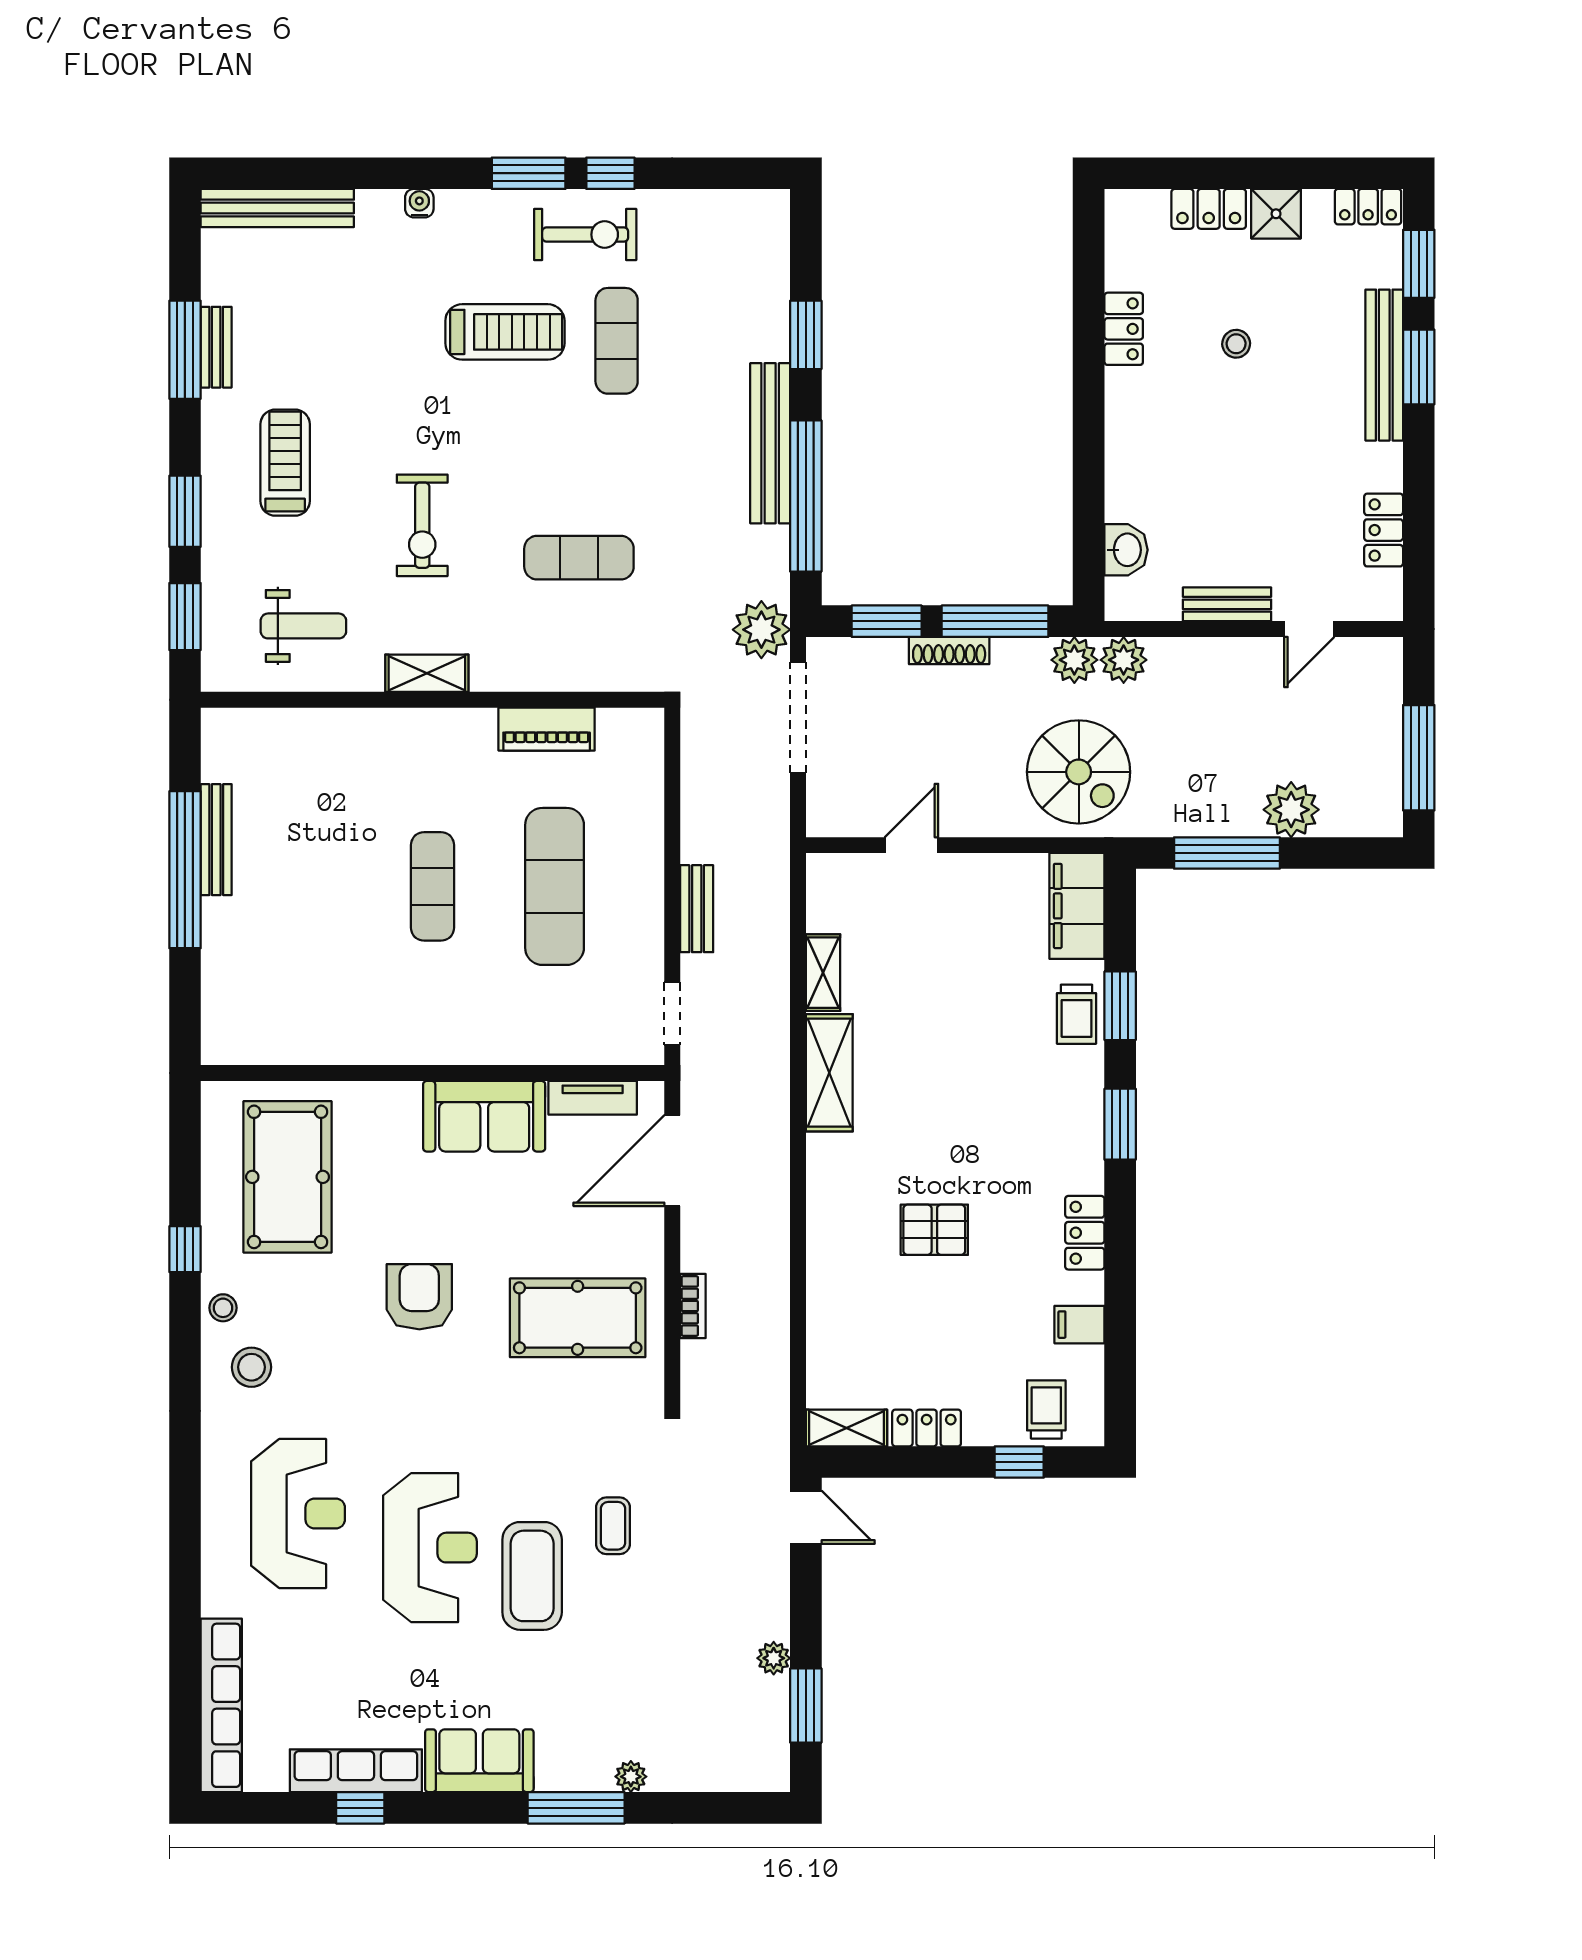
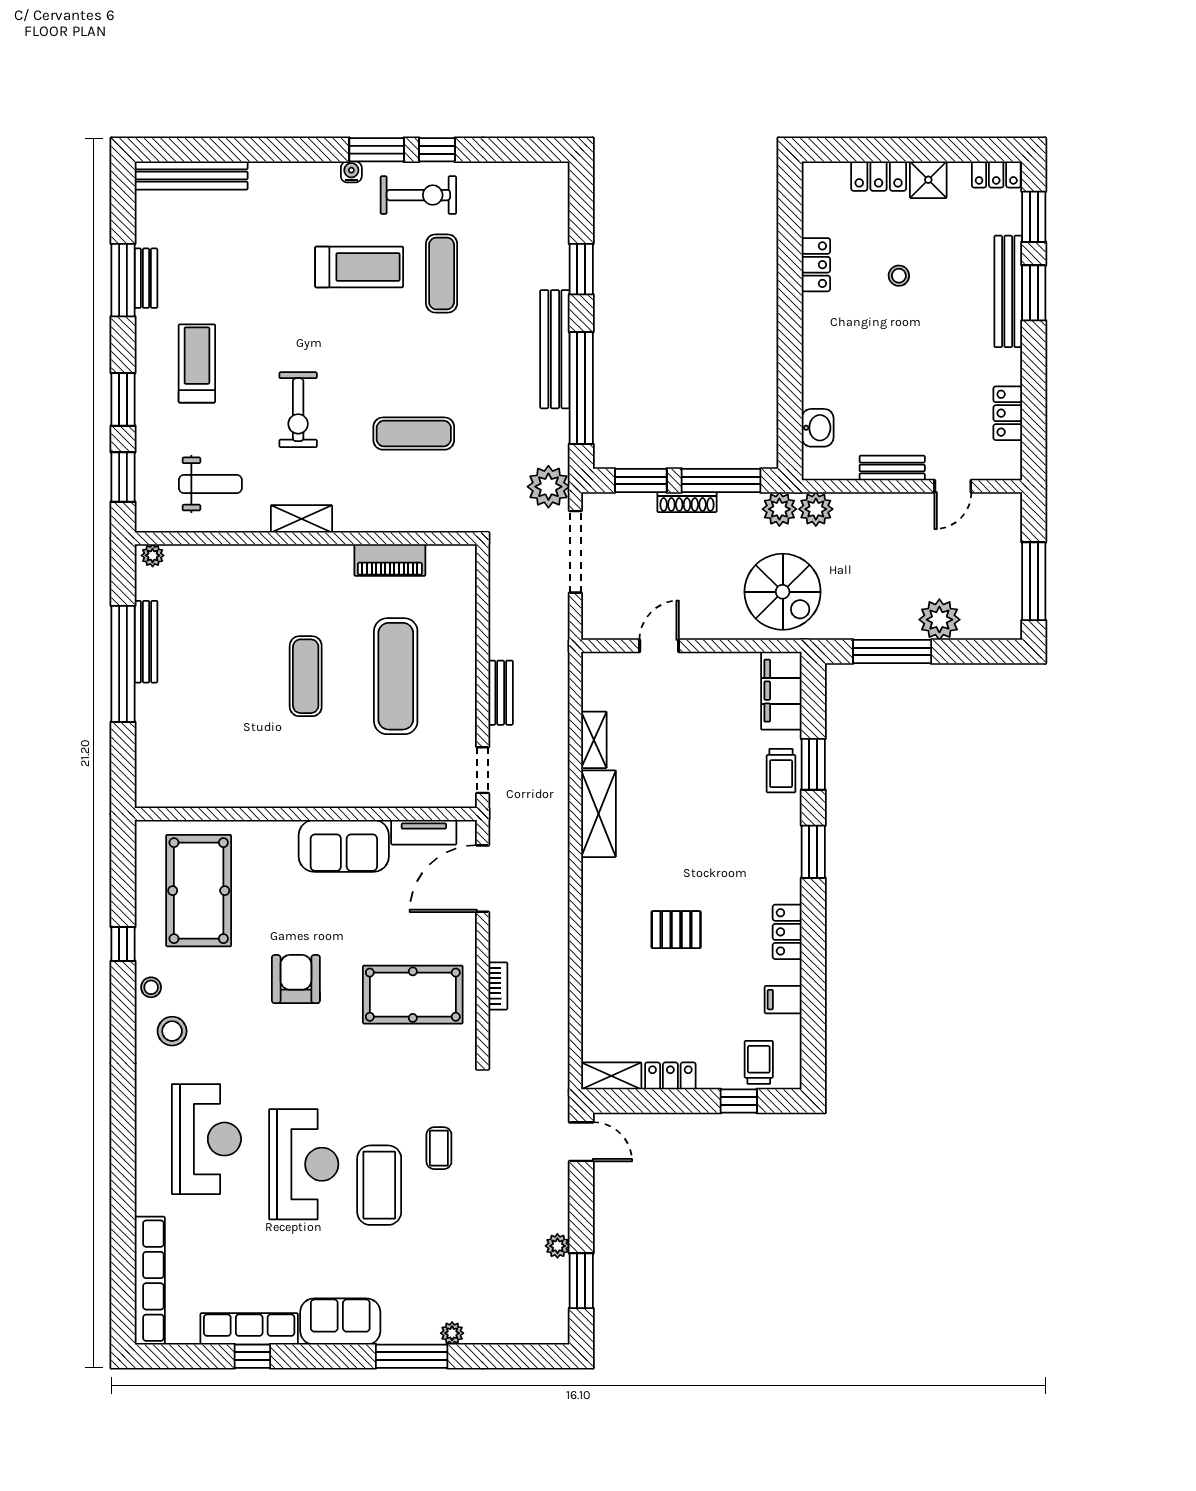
water cooler: (419, 203) -> (351, 172), moved
plant: (225, 723) -> (153, 555), added

